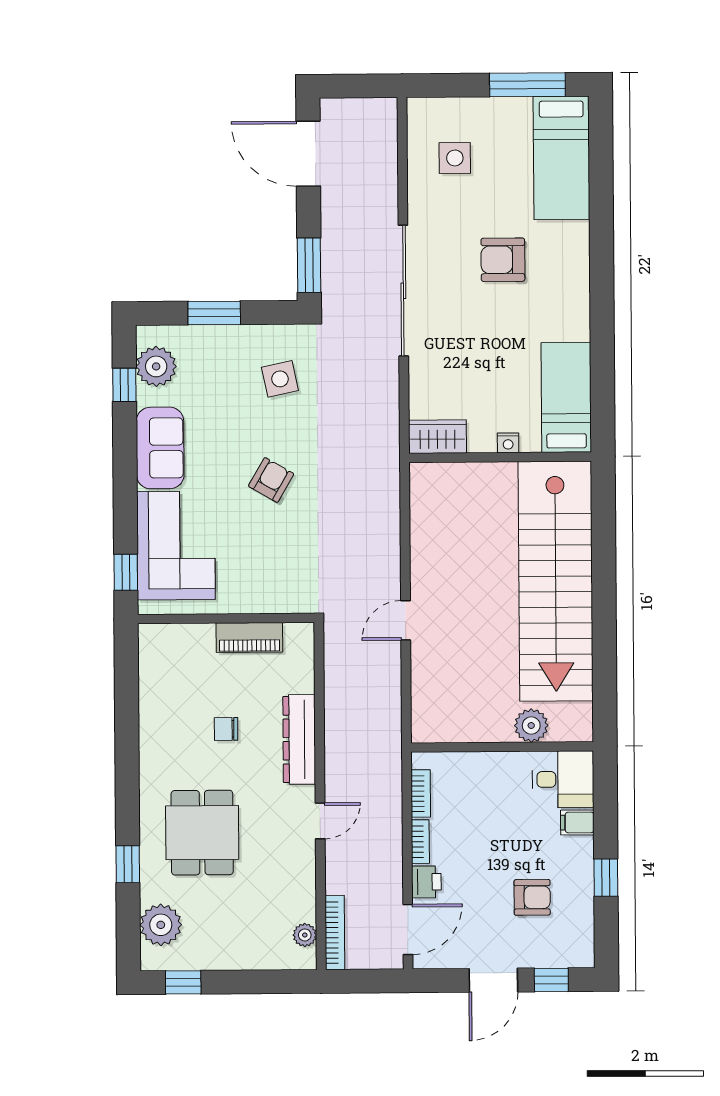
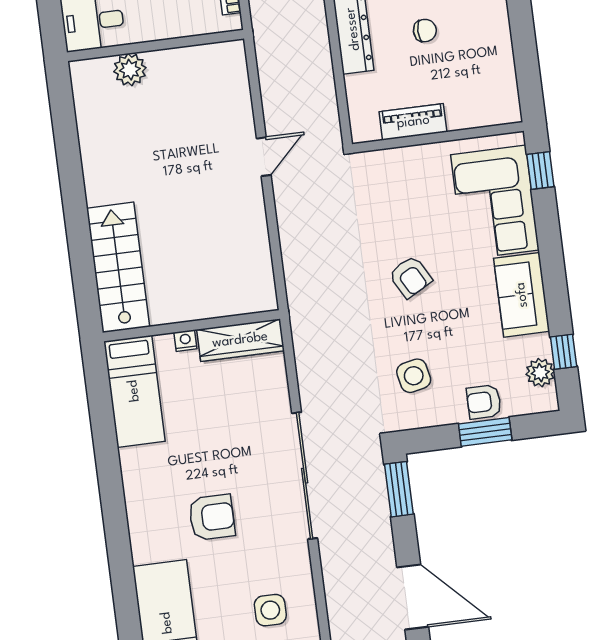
armchair: (212, 344) -> (484, 402), added
plant: (156, 366) -> (540, 373), width x0.73, depth x0.73
wardrobe: (438, 437) -> (240, 340), width x1.50
armchair: (271, 480) -> (410, 277), turned -59
stairs: (556, 581) -> (118, 267), width x0.54, depth x0.66

